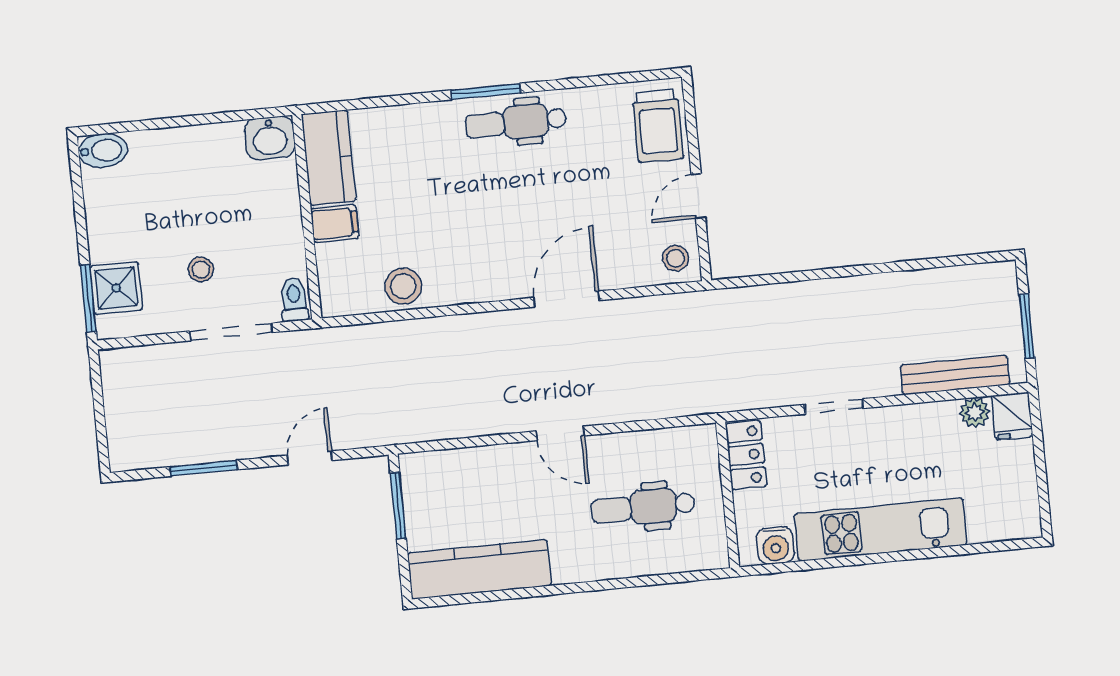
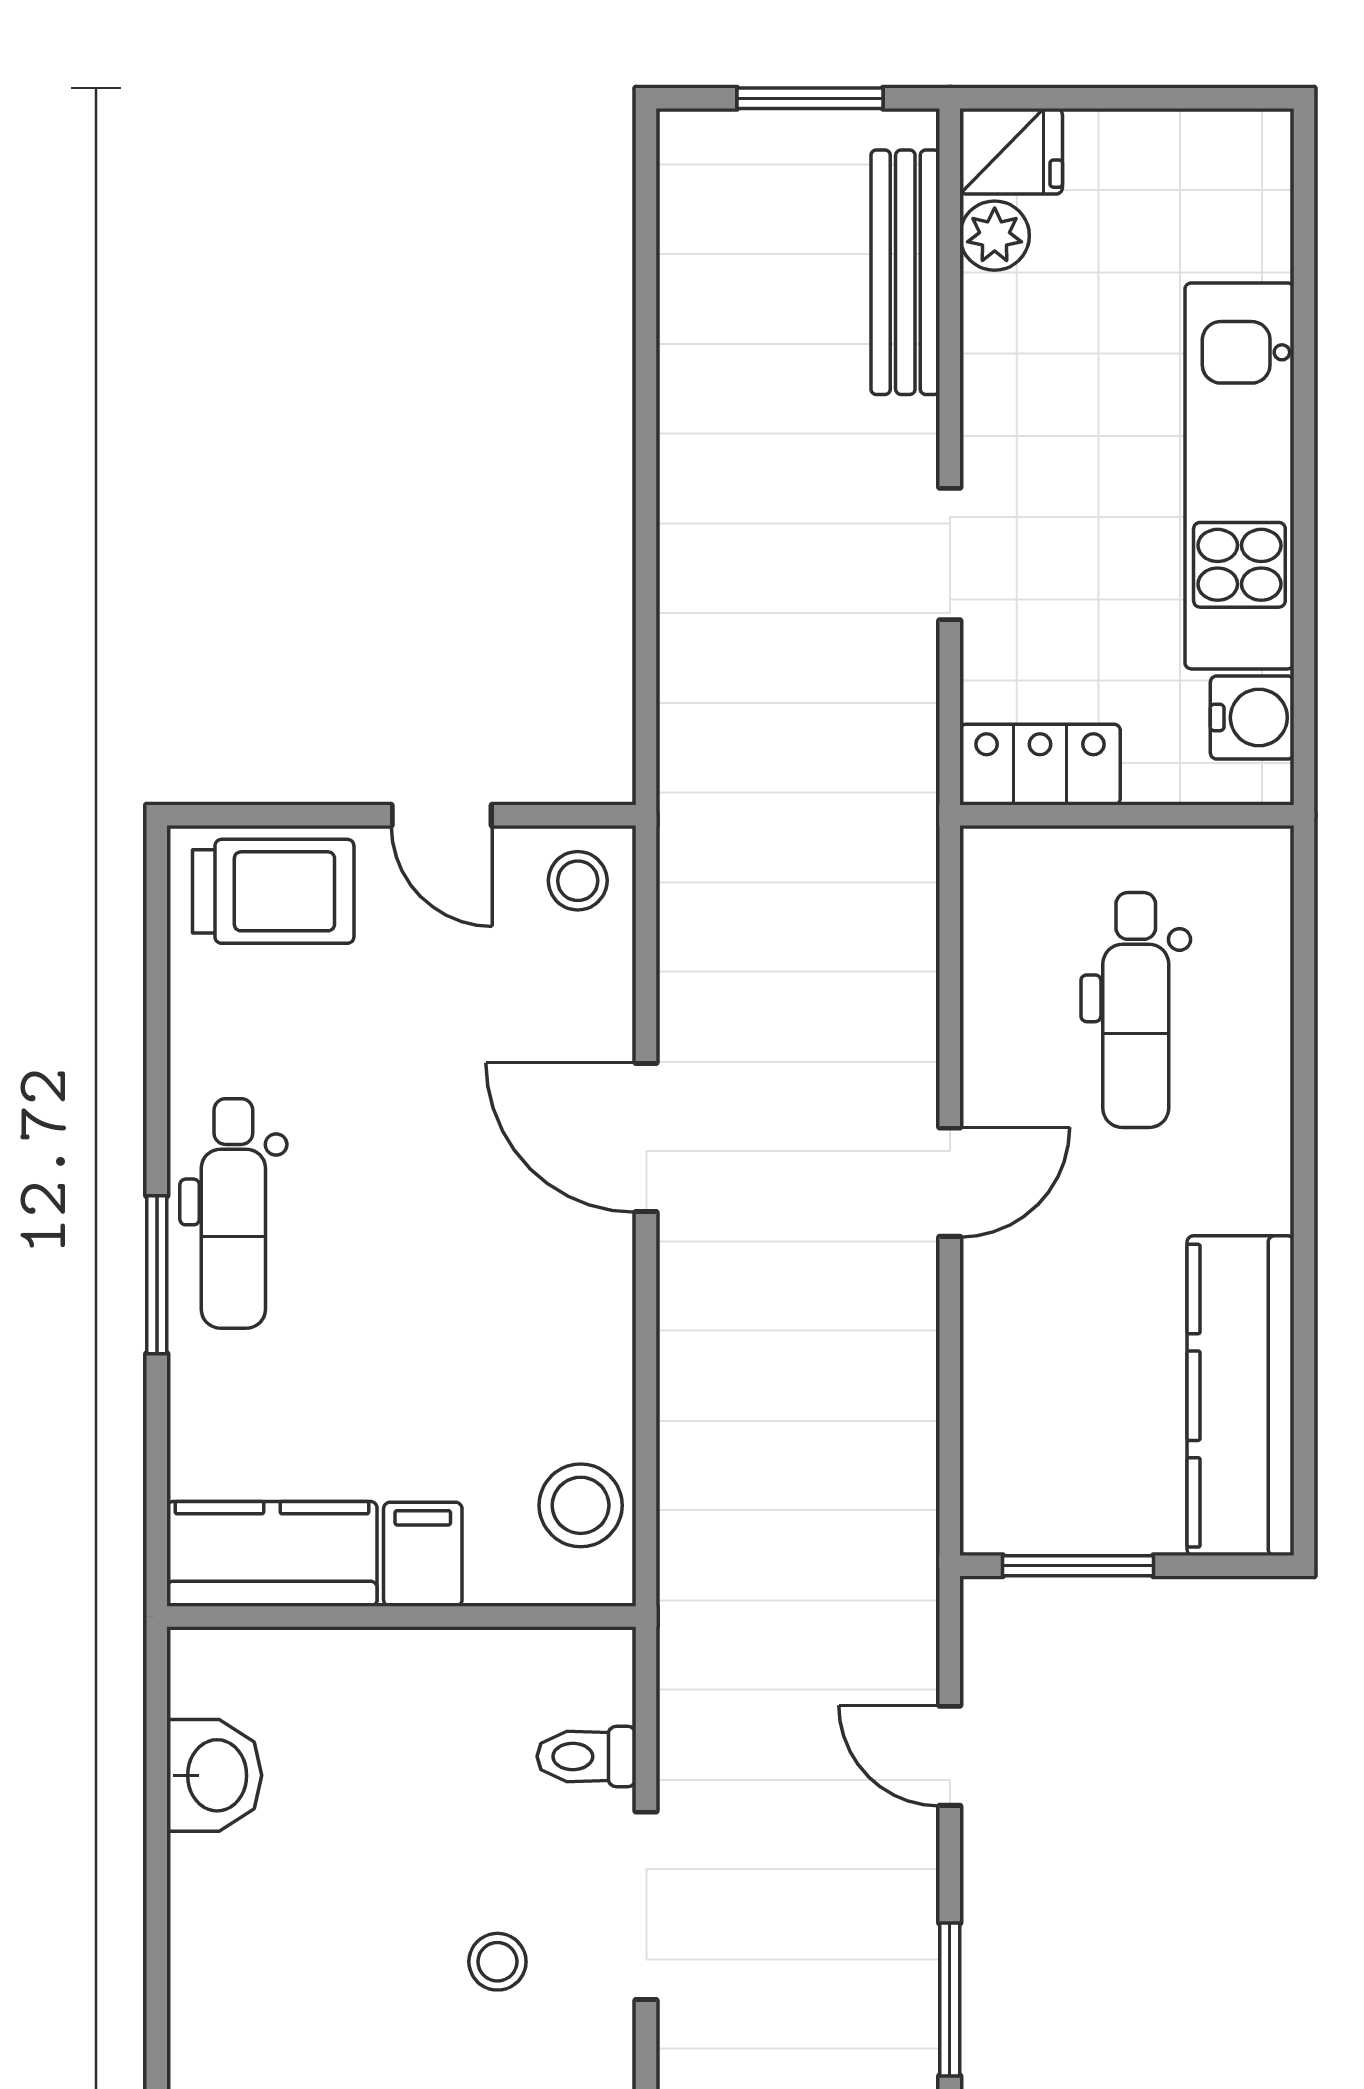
kitchen counter: (328, 158) -> (272, 1554), moved
wall: (307, 217) -> (401, 1616), moved
filing cabinet: (335, 223) -> (423, 1554), moved

